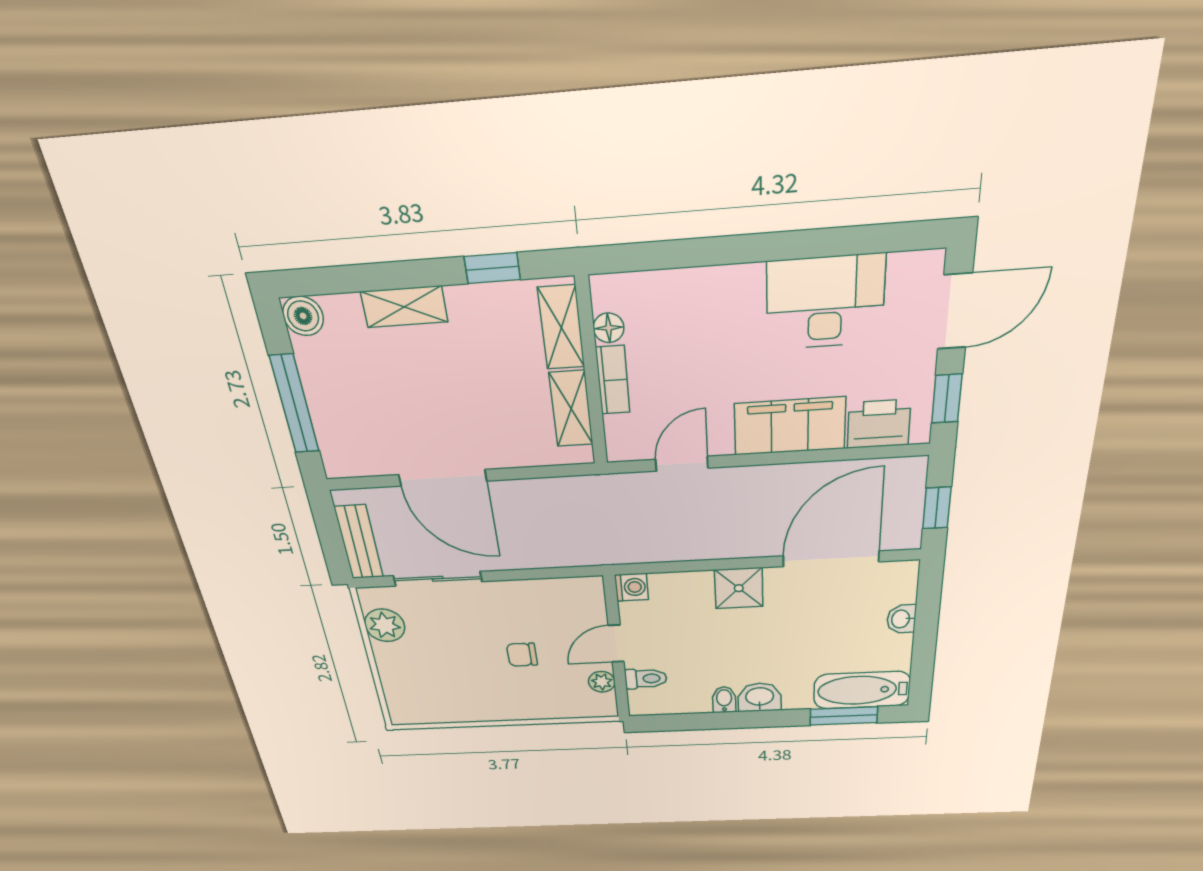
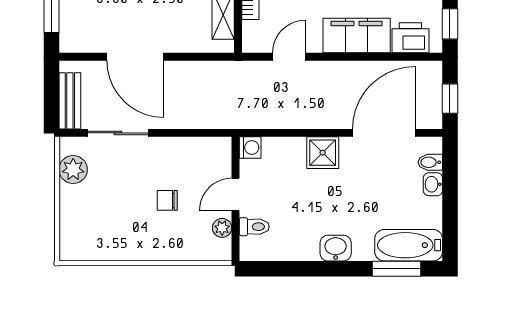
bidet: (724, 700) -> (430, 162), moved, turned -90

